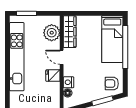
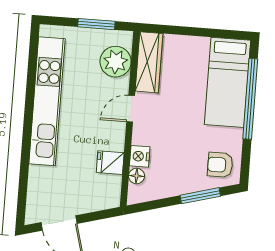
window: (27, 13) -> (96, 24), moved
door: (62, 57) -> (131, 109), hinge flipped
fridge: (53, 76) -> (110, 163), moved

